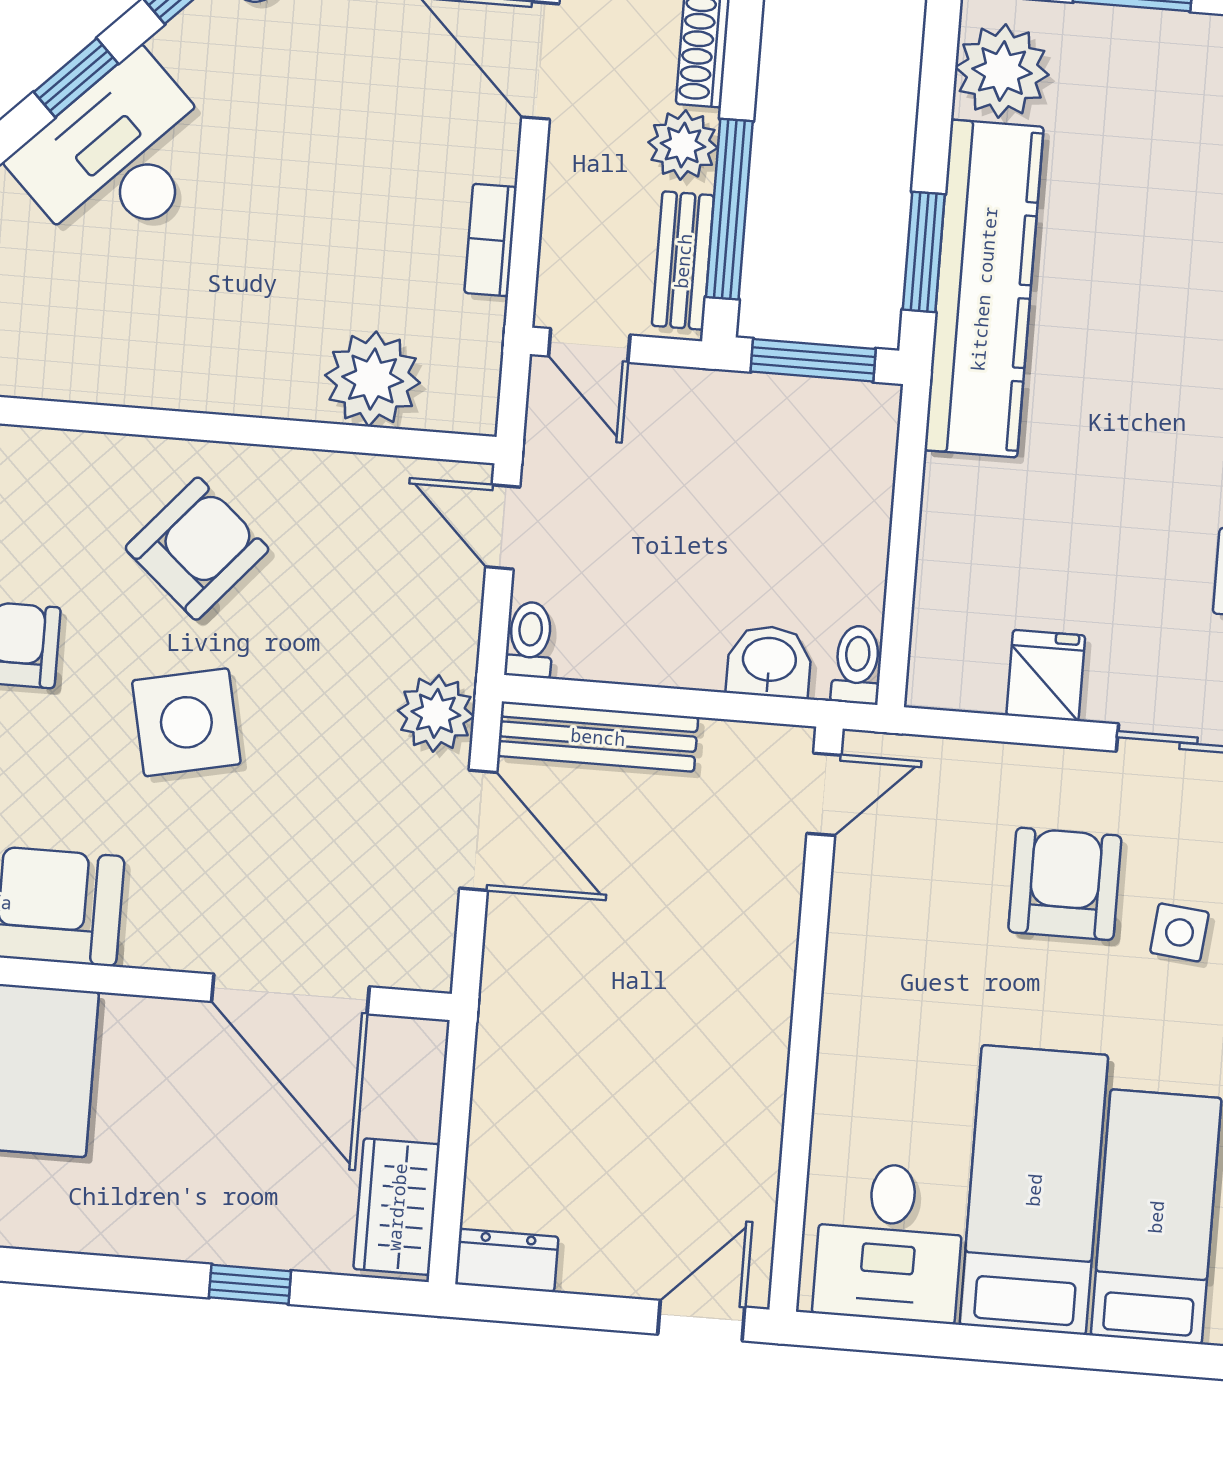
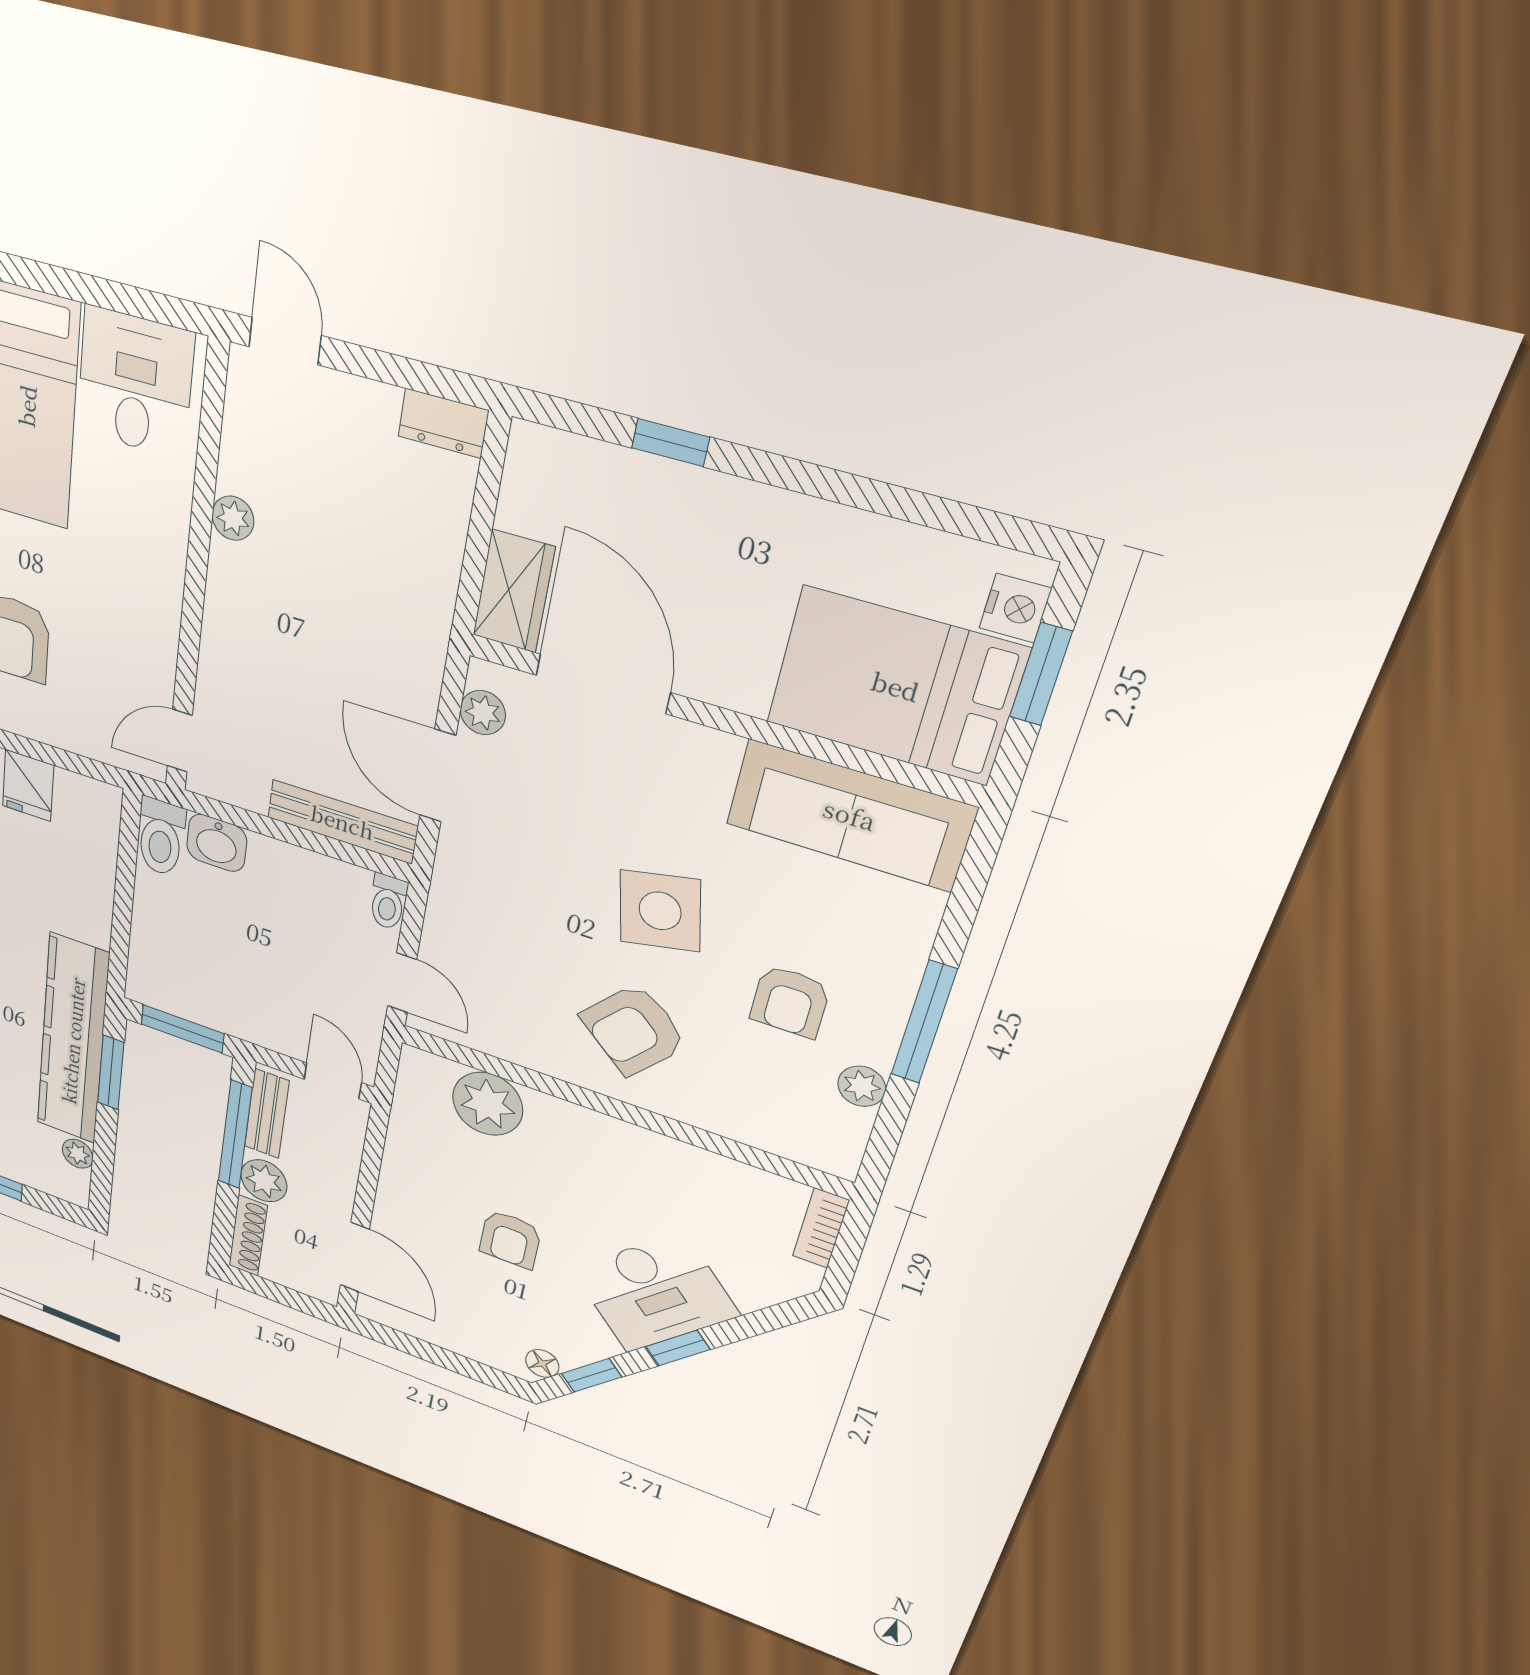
plant: (1002, 71) -> (78, 1154), width x0.53, depth x0.53
armchair: (321, 173) -> (510, 1239), added
bookcase: (491, 240) -> (396, 1164), removed
toilet: (857, 665) -> (161, 837), width x1.37, depth x1.39
plant: (436, 713) -> (483, 713), moved, width x0.73, depth x0.73
plant: (759, 1102) -> (233, 518), added
wardrobe: (397, 1207) -> (514, 591), moved
door: (701, 1321) -> (285, 341), swing flipped

